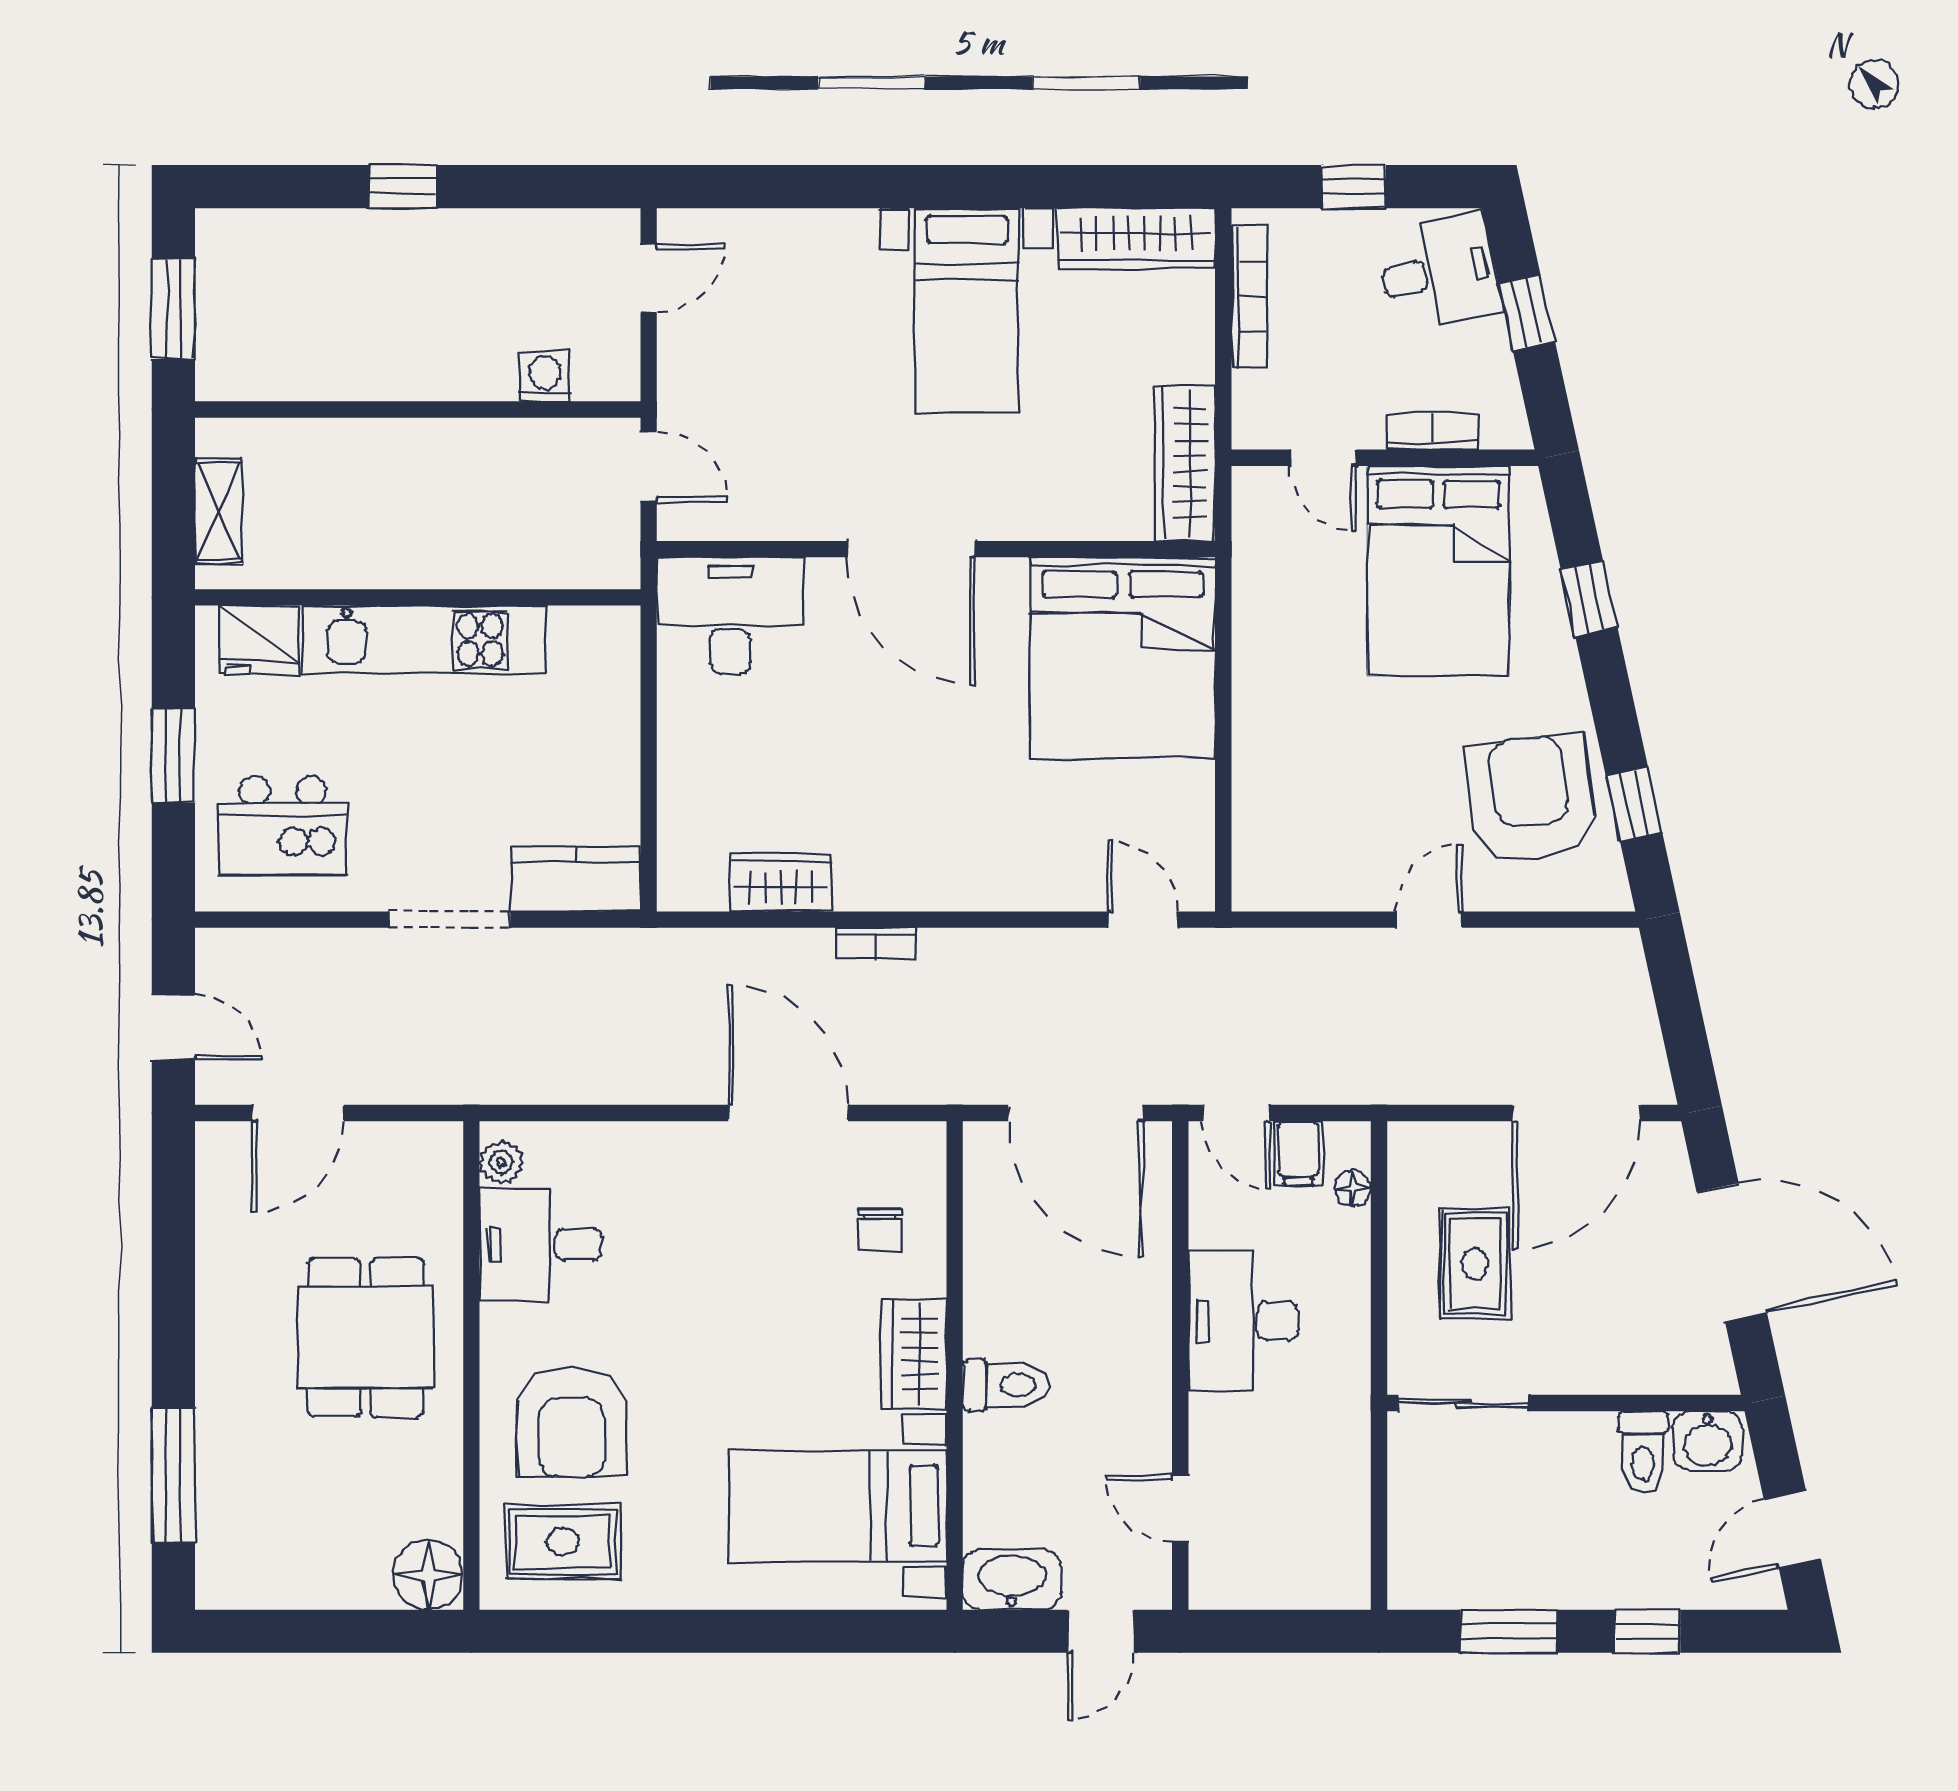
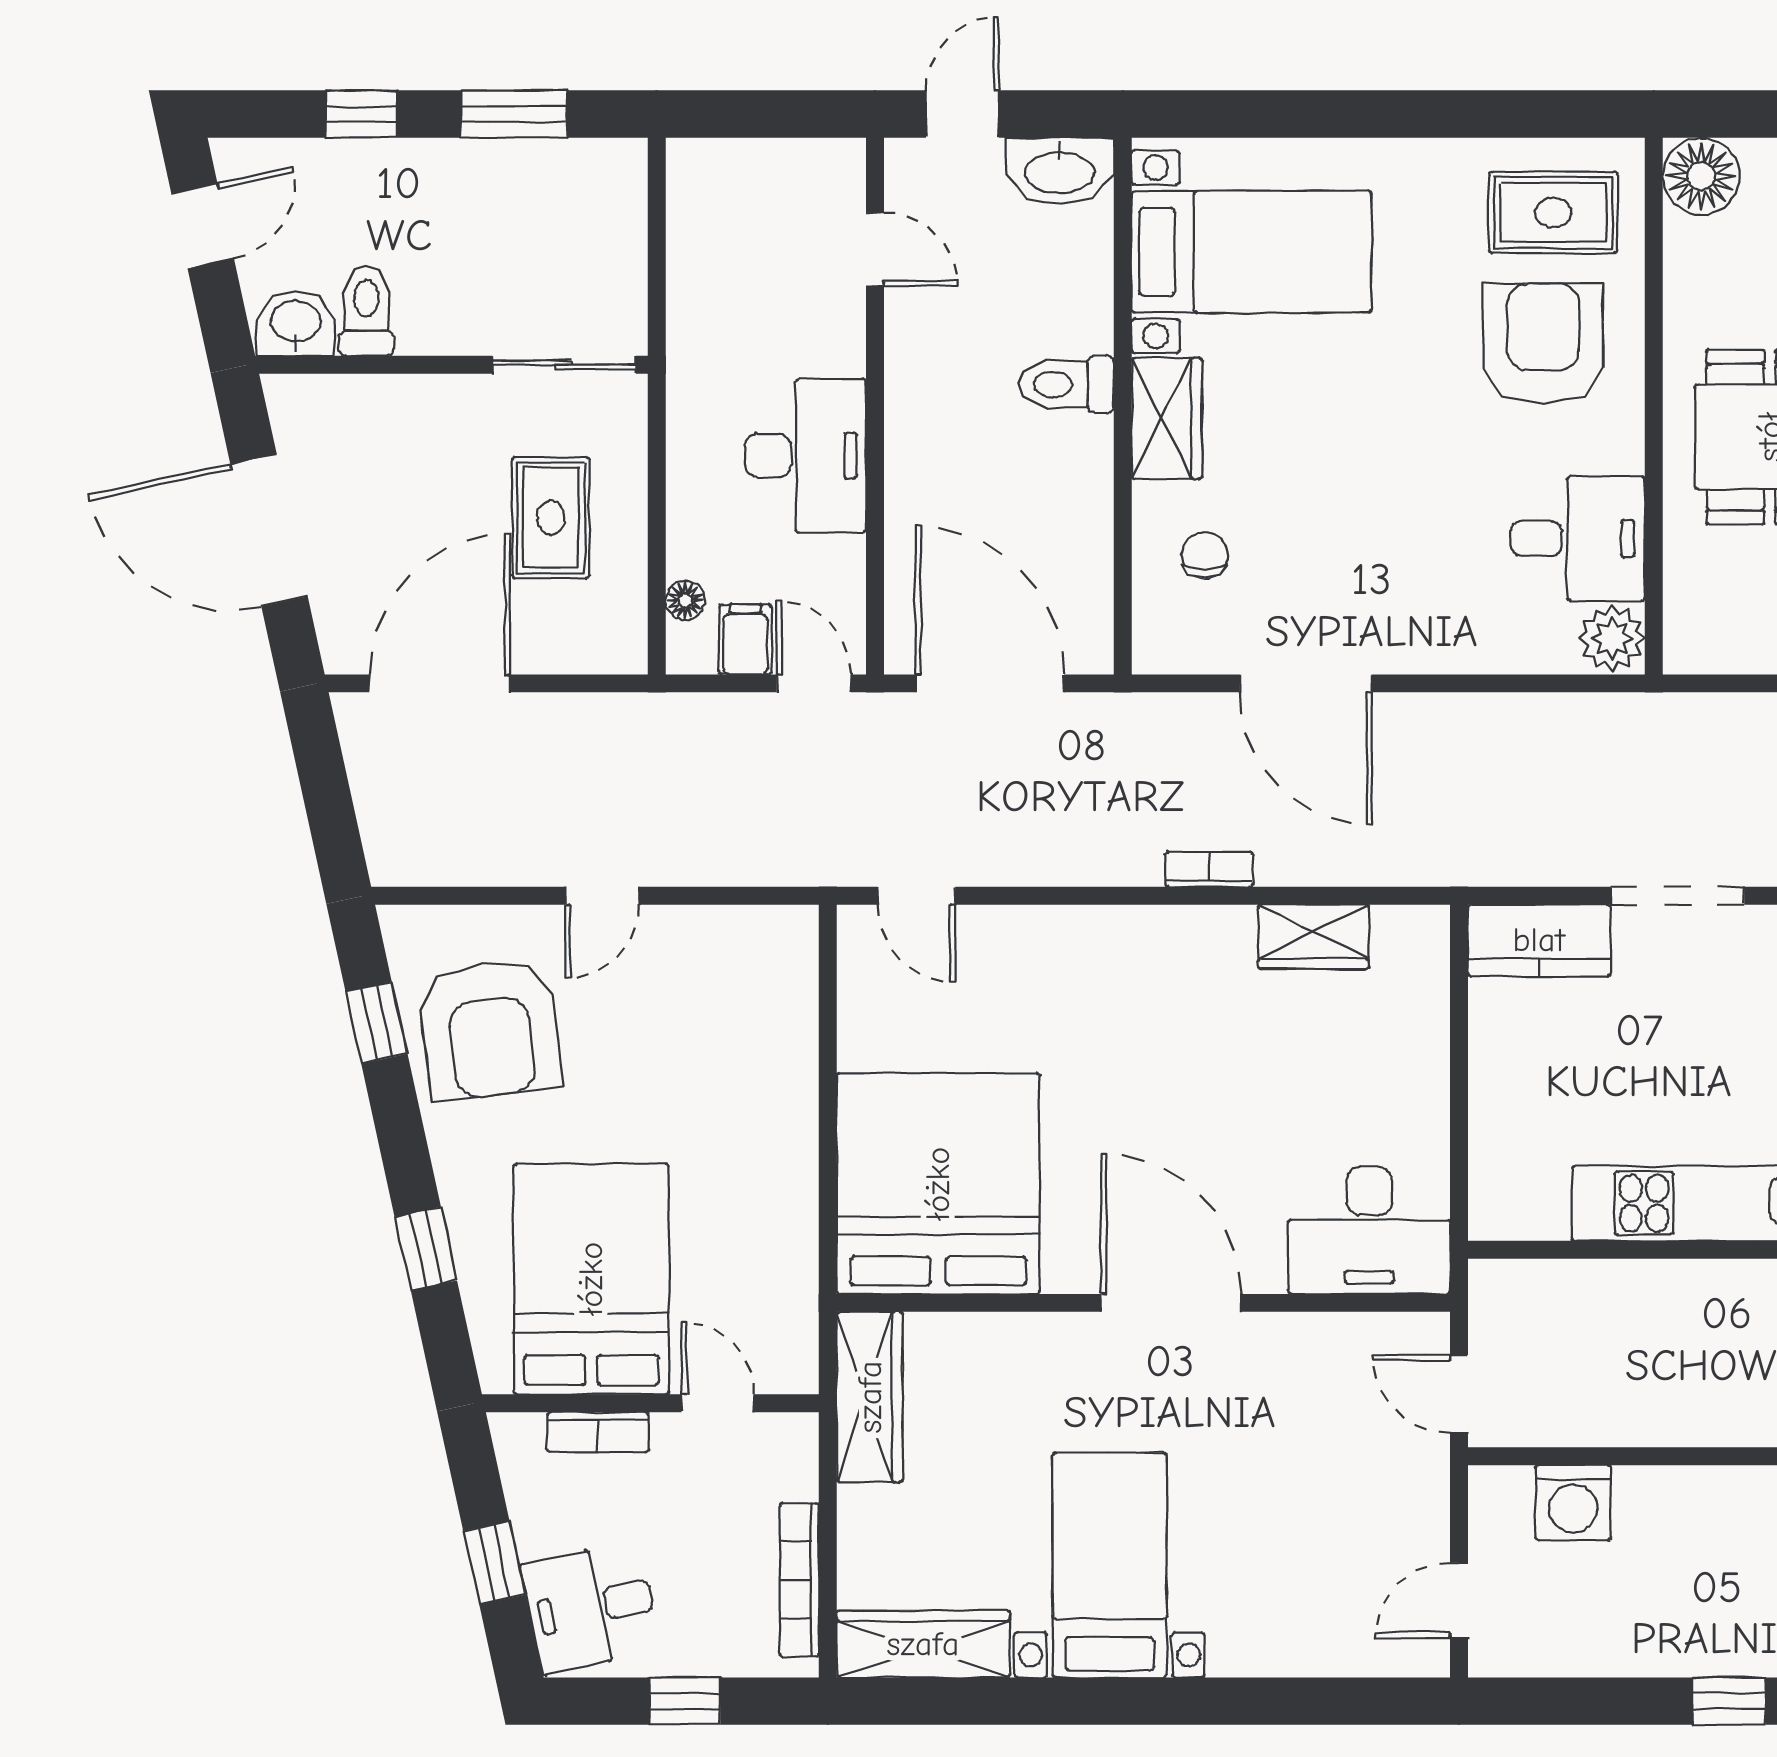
washing machine: (545, 377) -> (1573, 1503), width x1.38, depth x1.38
plant: (501, 1162) -> (1612, 638), width x1.38, depth x1.38

